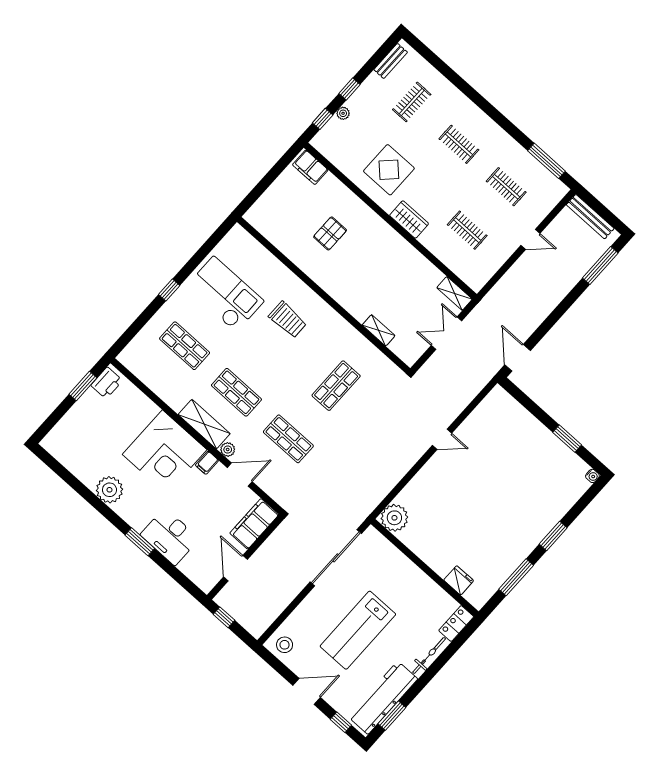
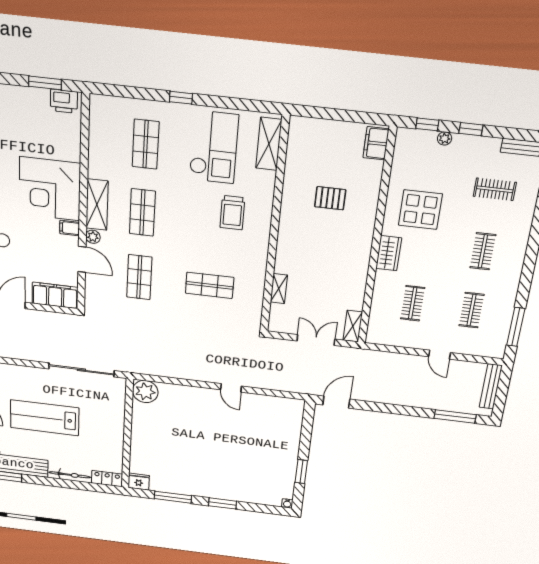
shelving: (253, 249) -> (269, 144), added
fridge: (459, 580) -> (139, 482), moved, turned -90

